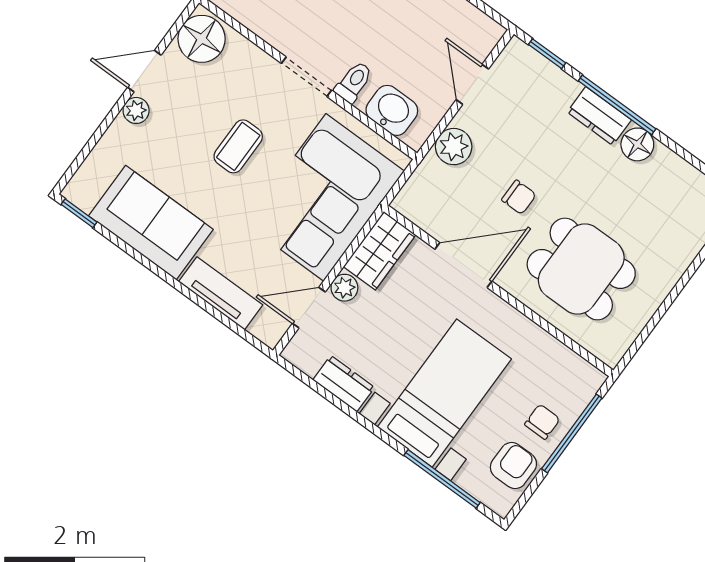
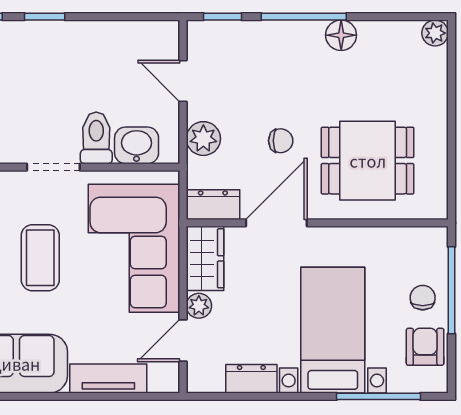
toilet: (354, 82) -> (96, 138), width x1.37, depth x1.39
dresser: (599, 116) -> (213, 205), moved, turned 180
coffee table: (238, 146) -> (40, 258), width x1.36, depth x1.30

